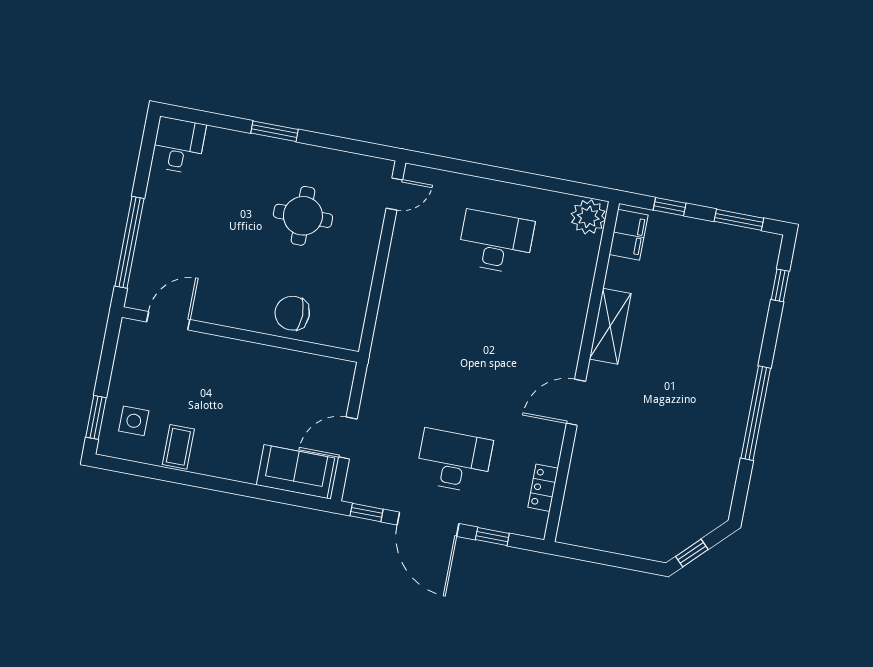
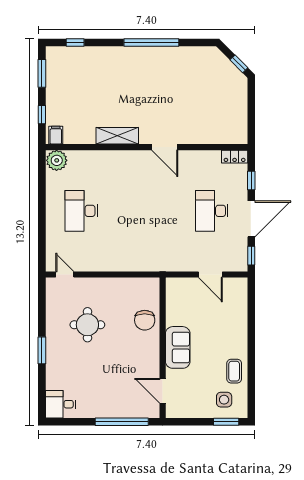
filing cabinet: (629, 235) -> (56, 135), width x0.50
coffee table: (178, 447) -> (234, 371), turned 90
sofa: (296, 472) -> (178, 347), moved, turned 180
locker: (543, 488) -> (235, 157), moved

